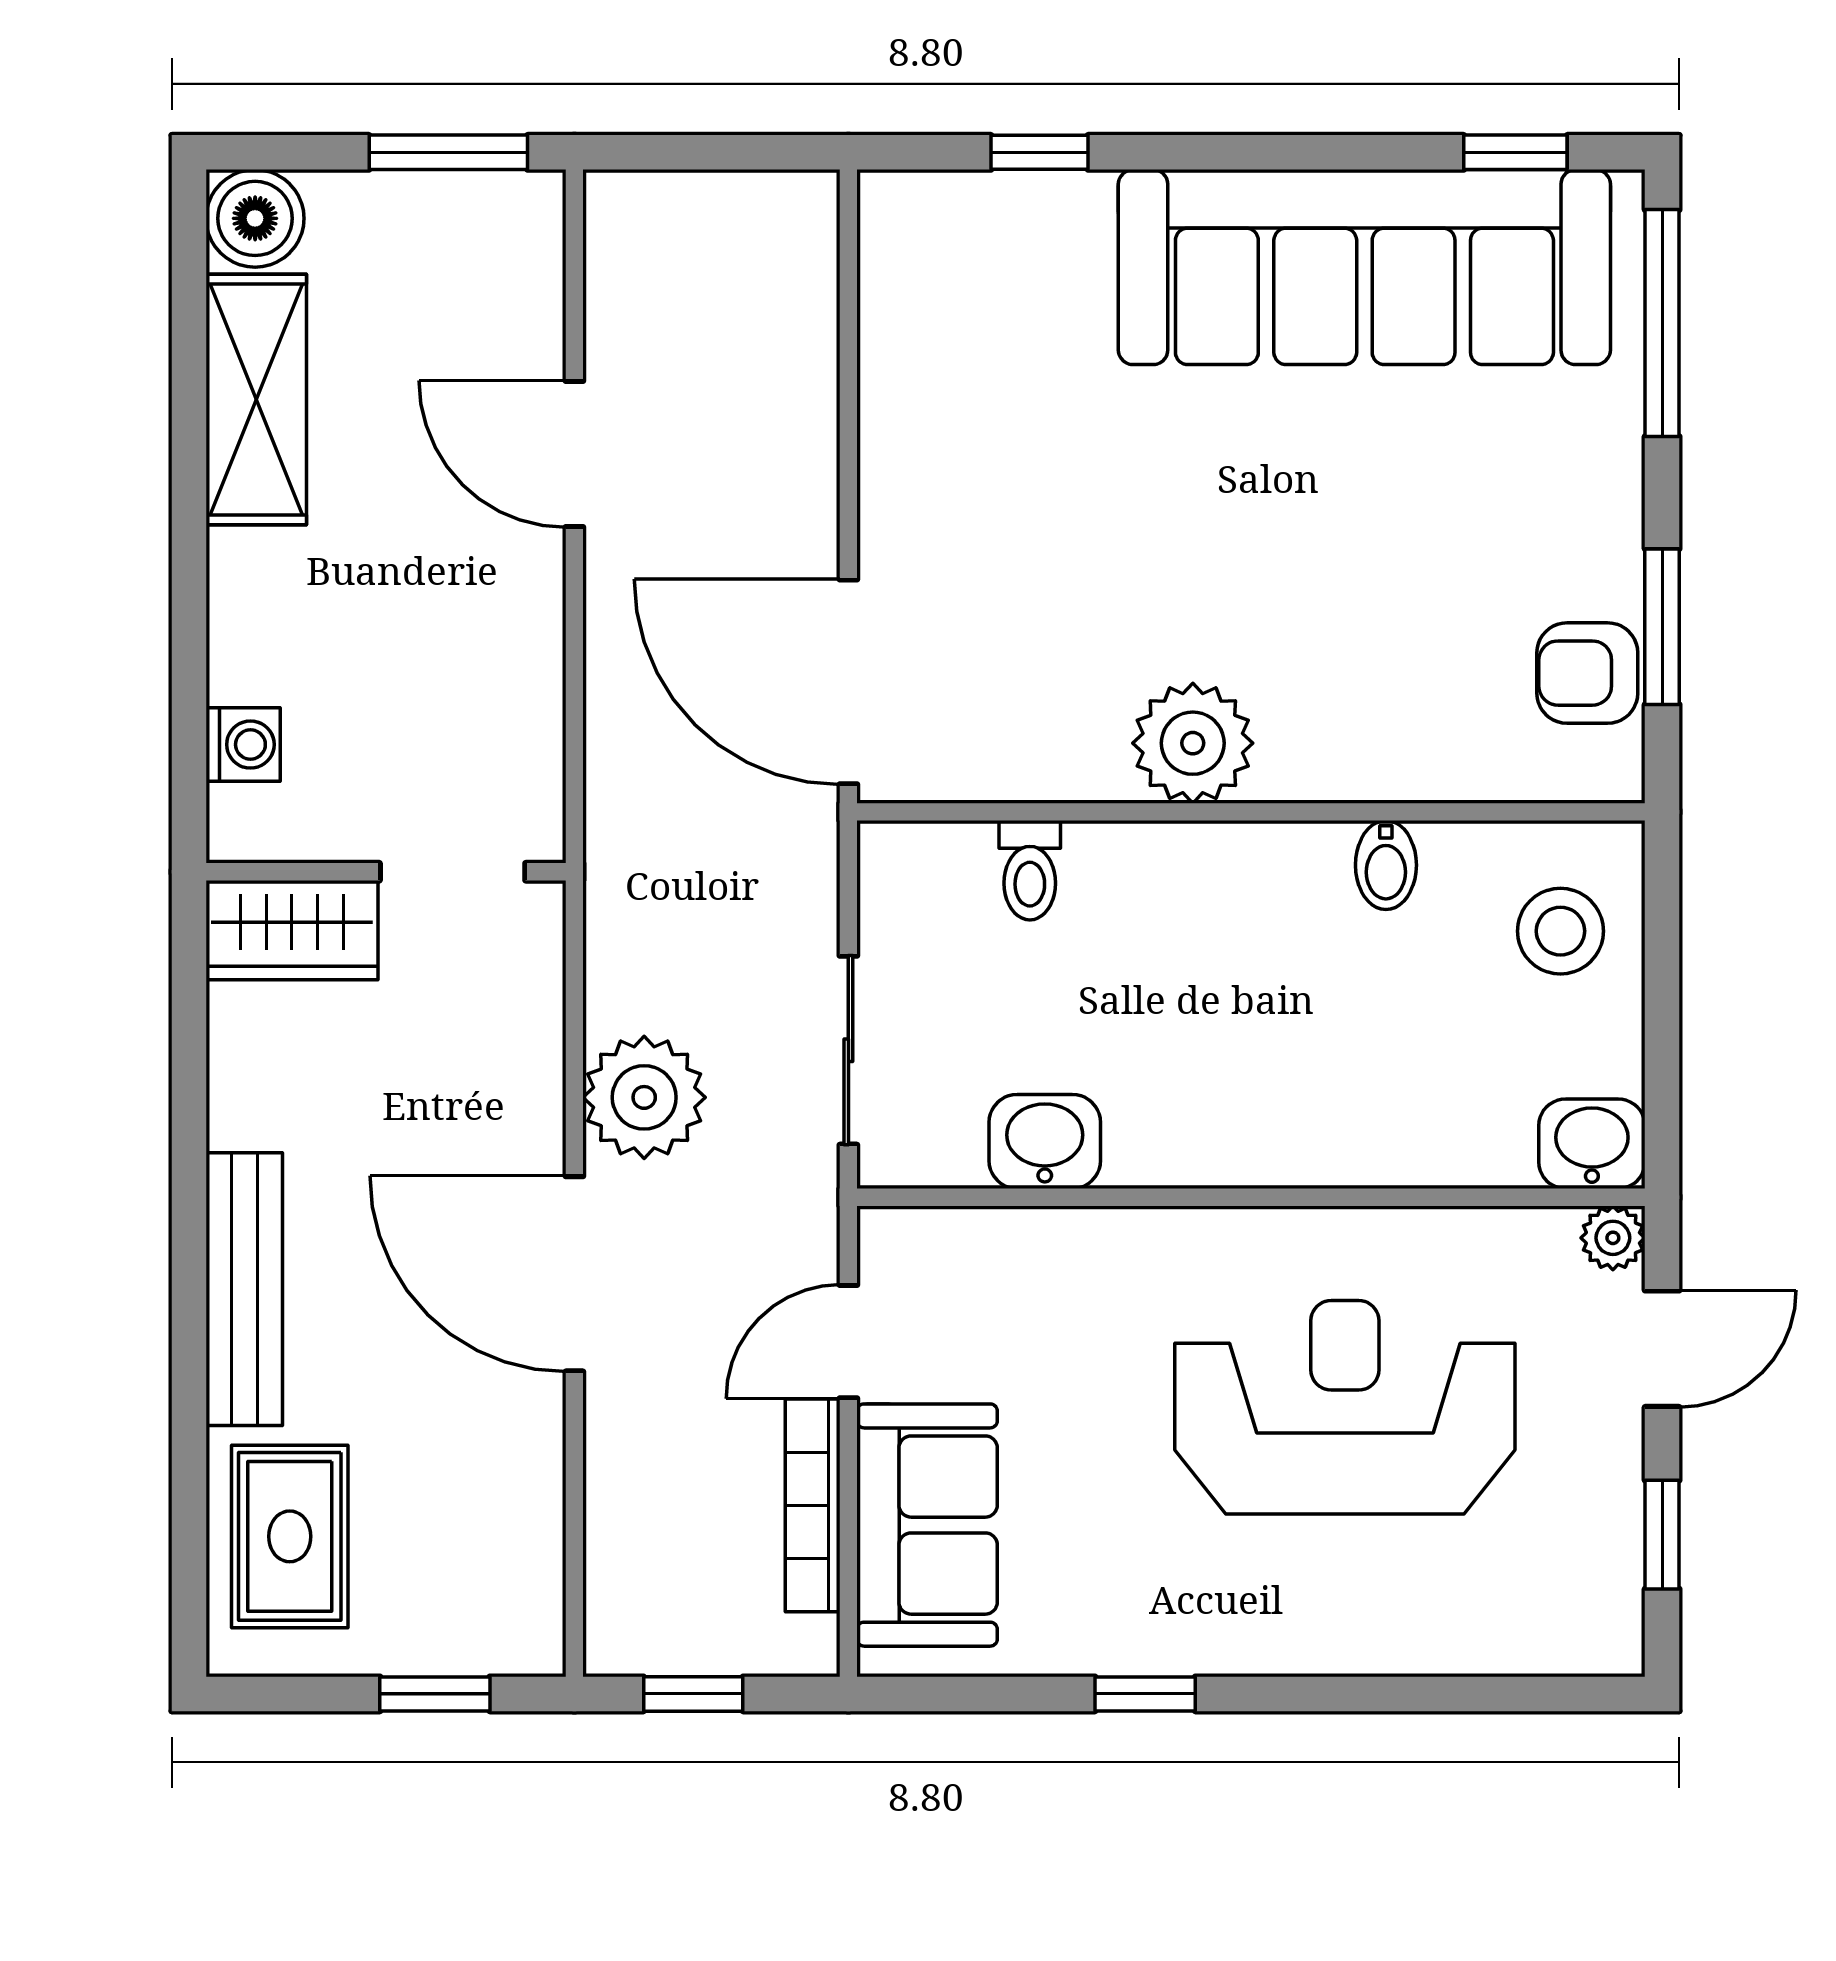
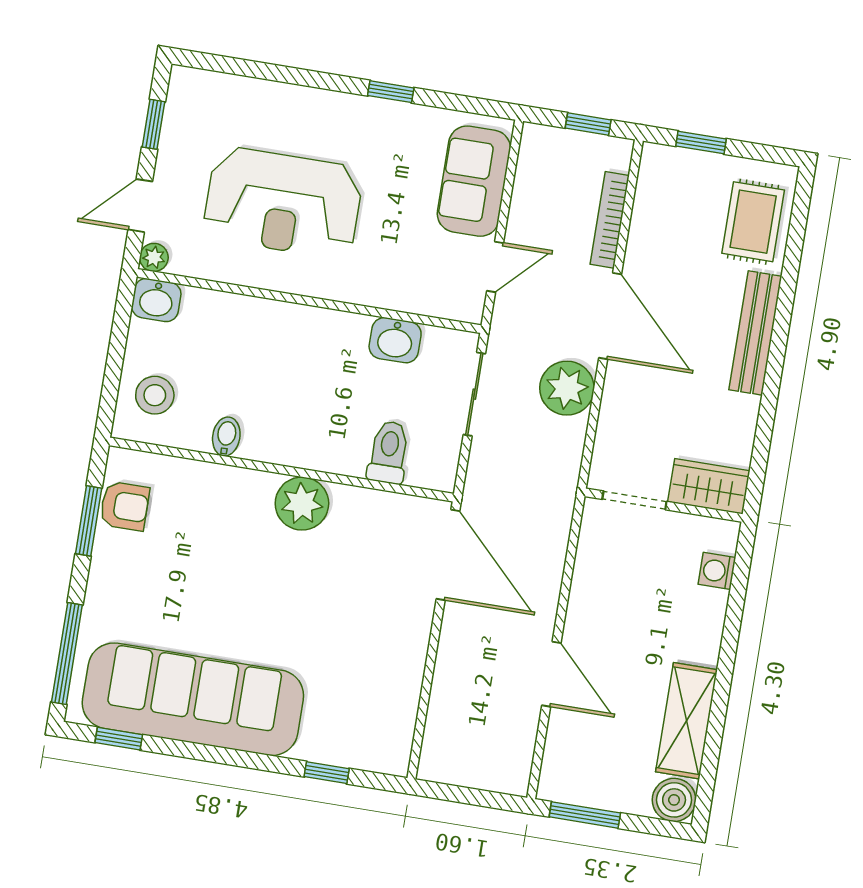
toilet: (1030, 870) -> (389, 452), width x1.37, depth x1.39
bookcase: (813, 1505) -> (610, 220), moved, turned 180

